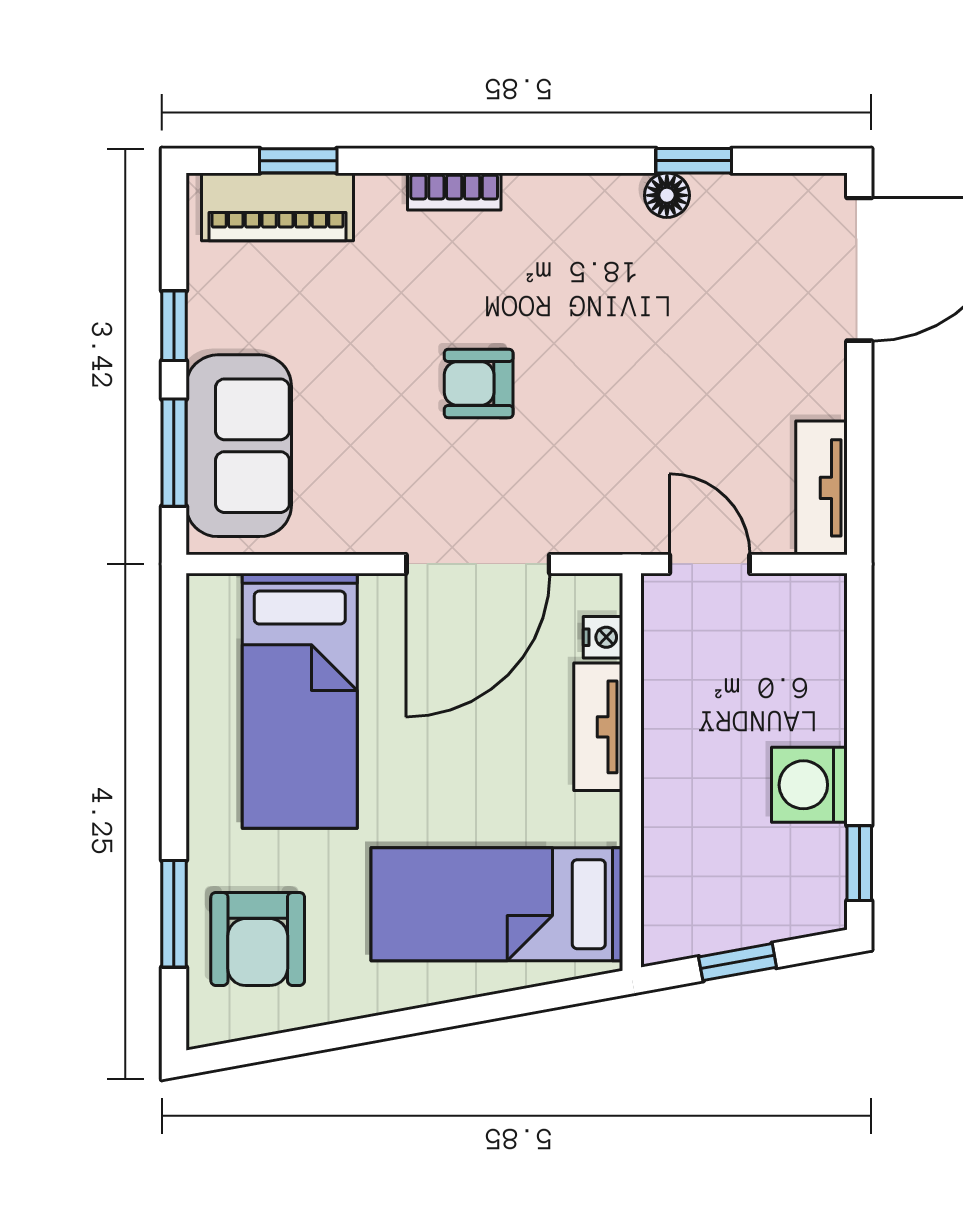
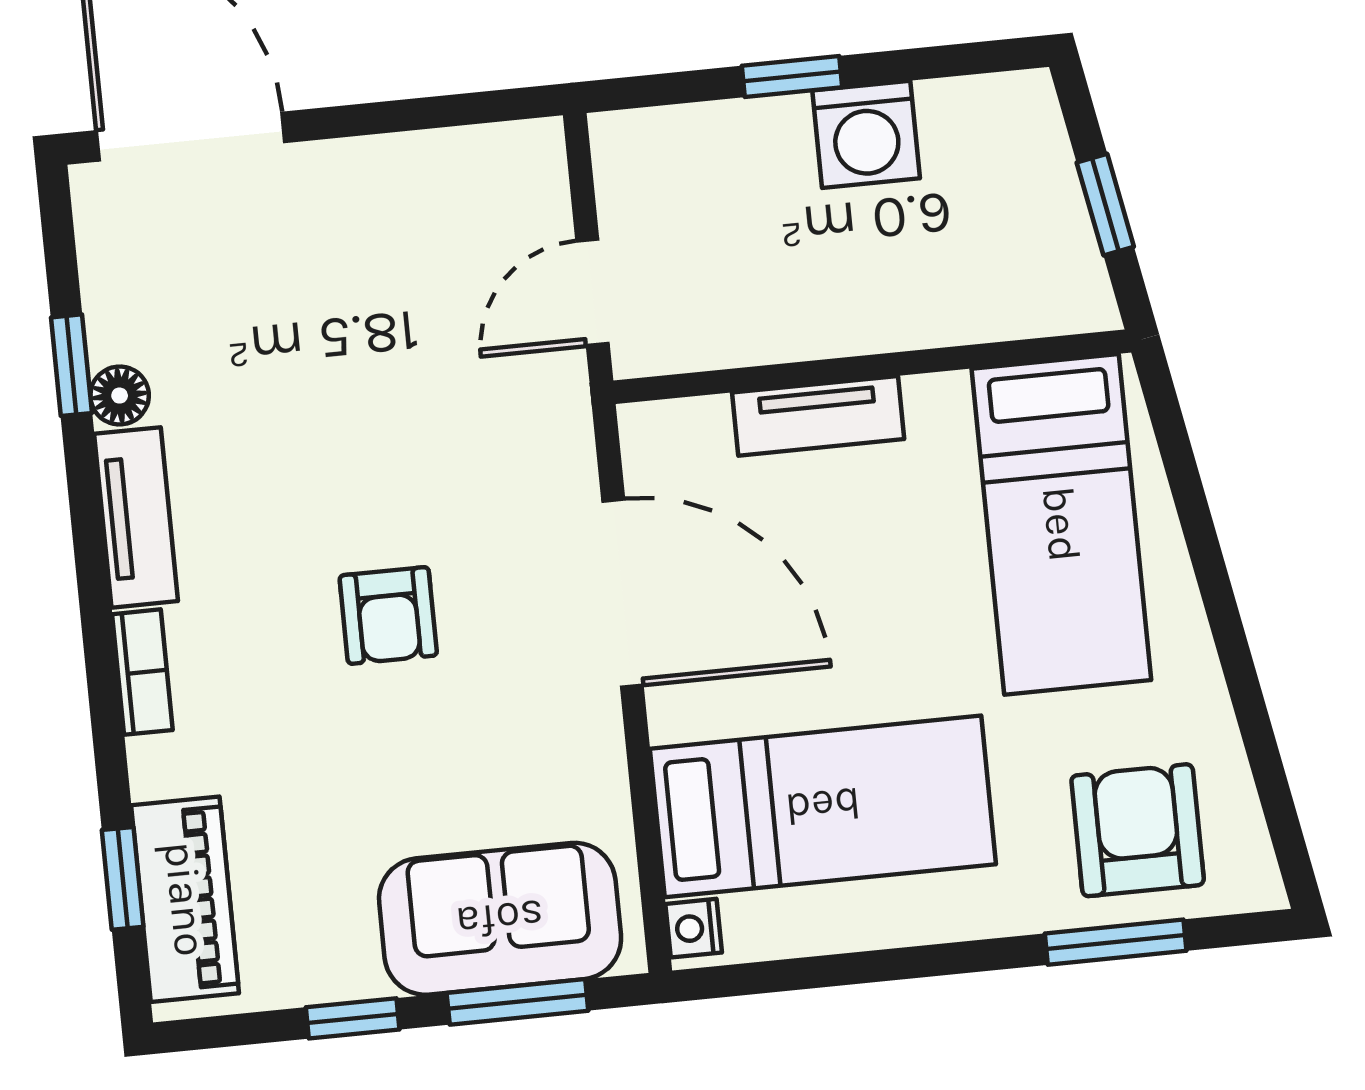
tv unit: (821, 488) -> (136, 517), moved, turned -90
nightstand: (603, 637) -> (694, 928), moved, turned -90
window: (859, 863) -> (792, 77), moved
armchair: (258, 939) -> (1138, 830), turned -90

